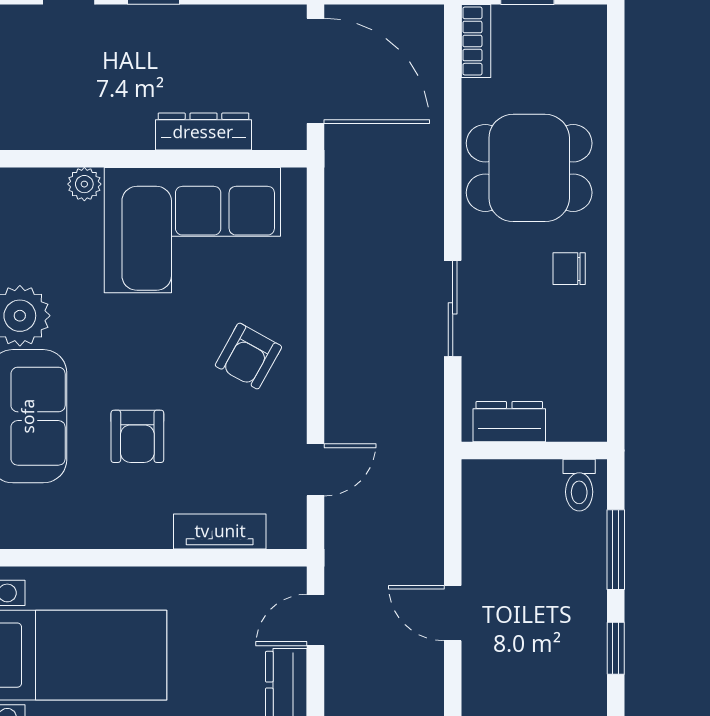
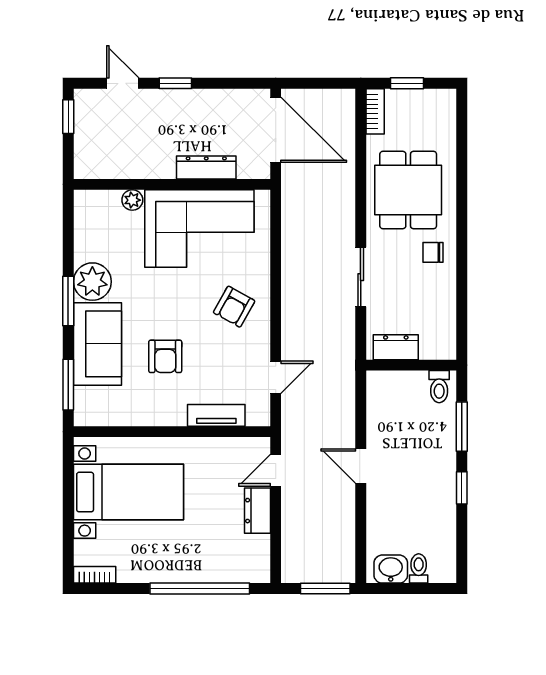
dining table: (529, 168) -> (408, 190), turned 90

